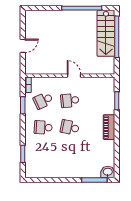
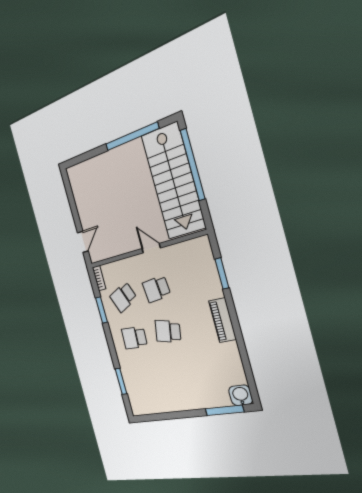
stairs: (106, 33) -> (173, 181), width x1.36, depth x1.51
door: (23, 46) -> (83, 242), moved

